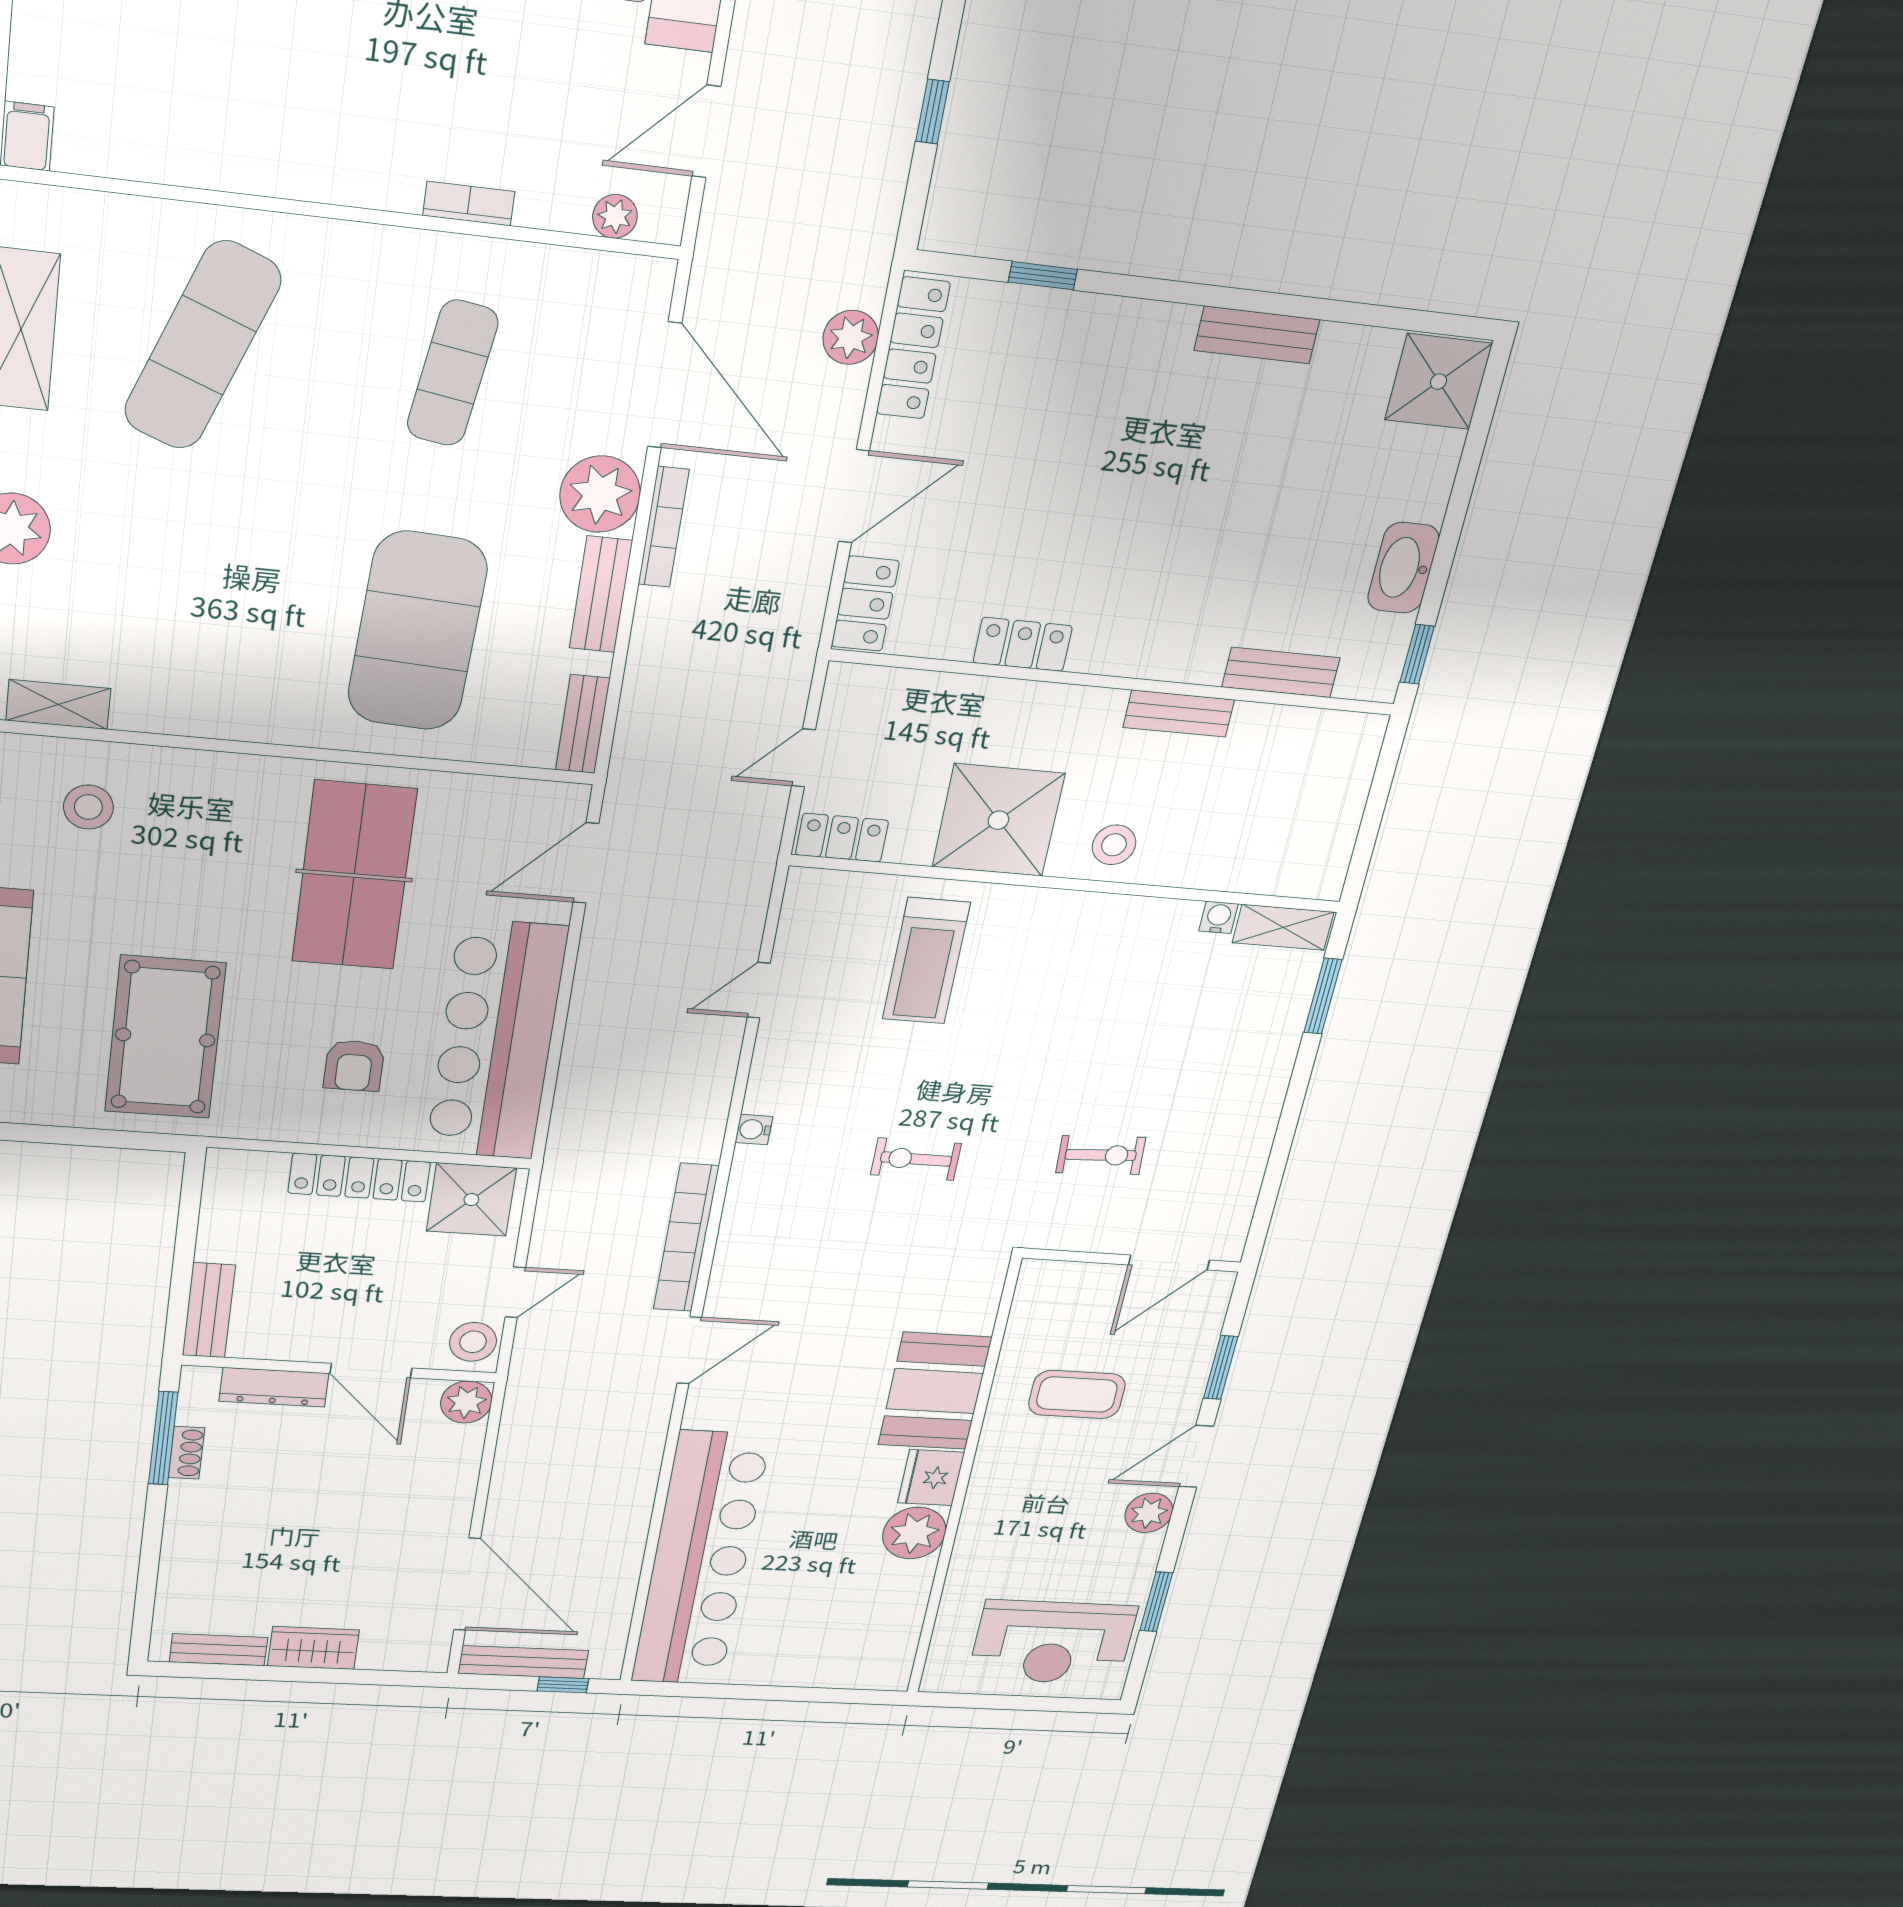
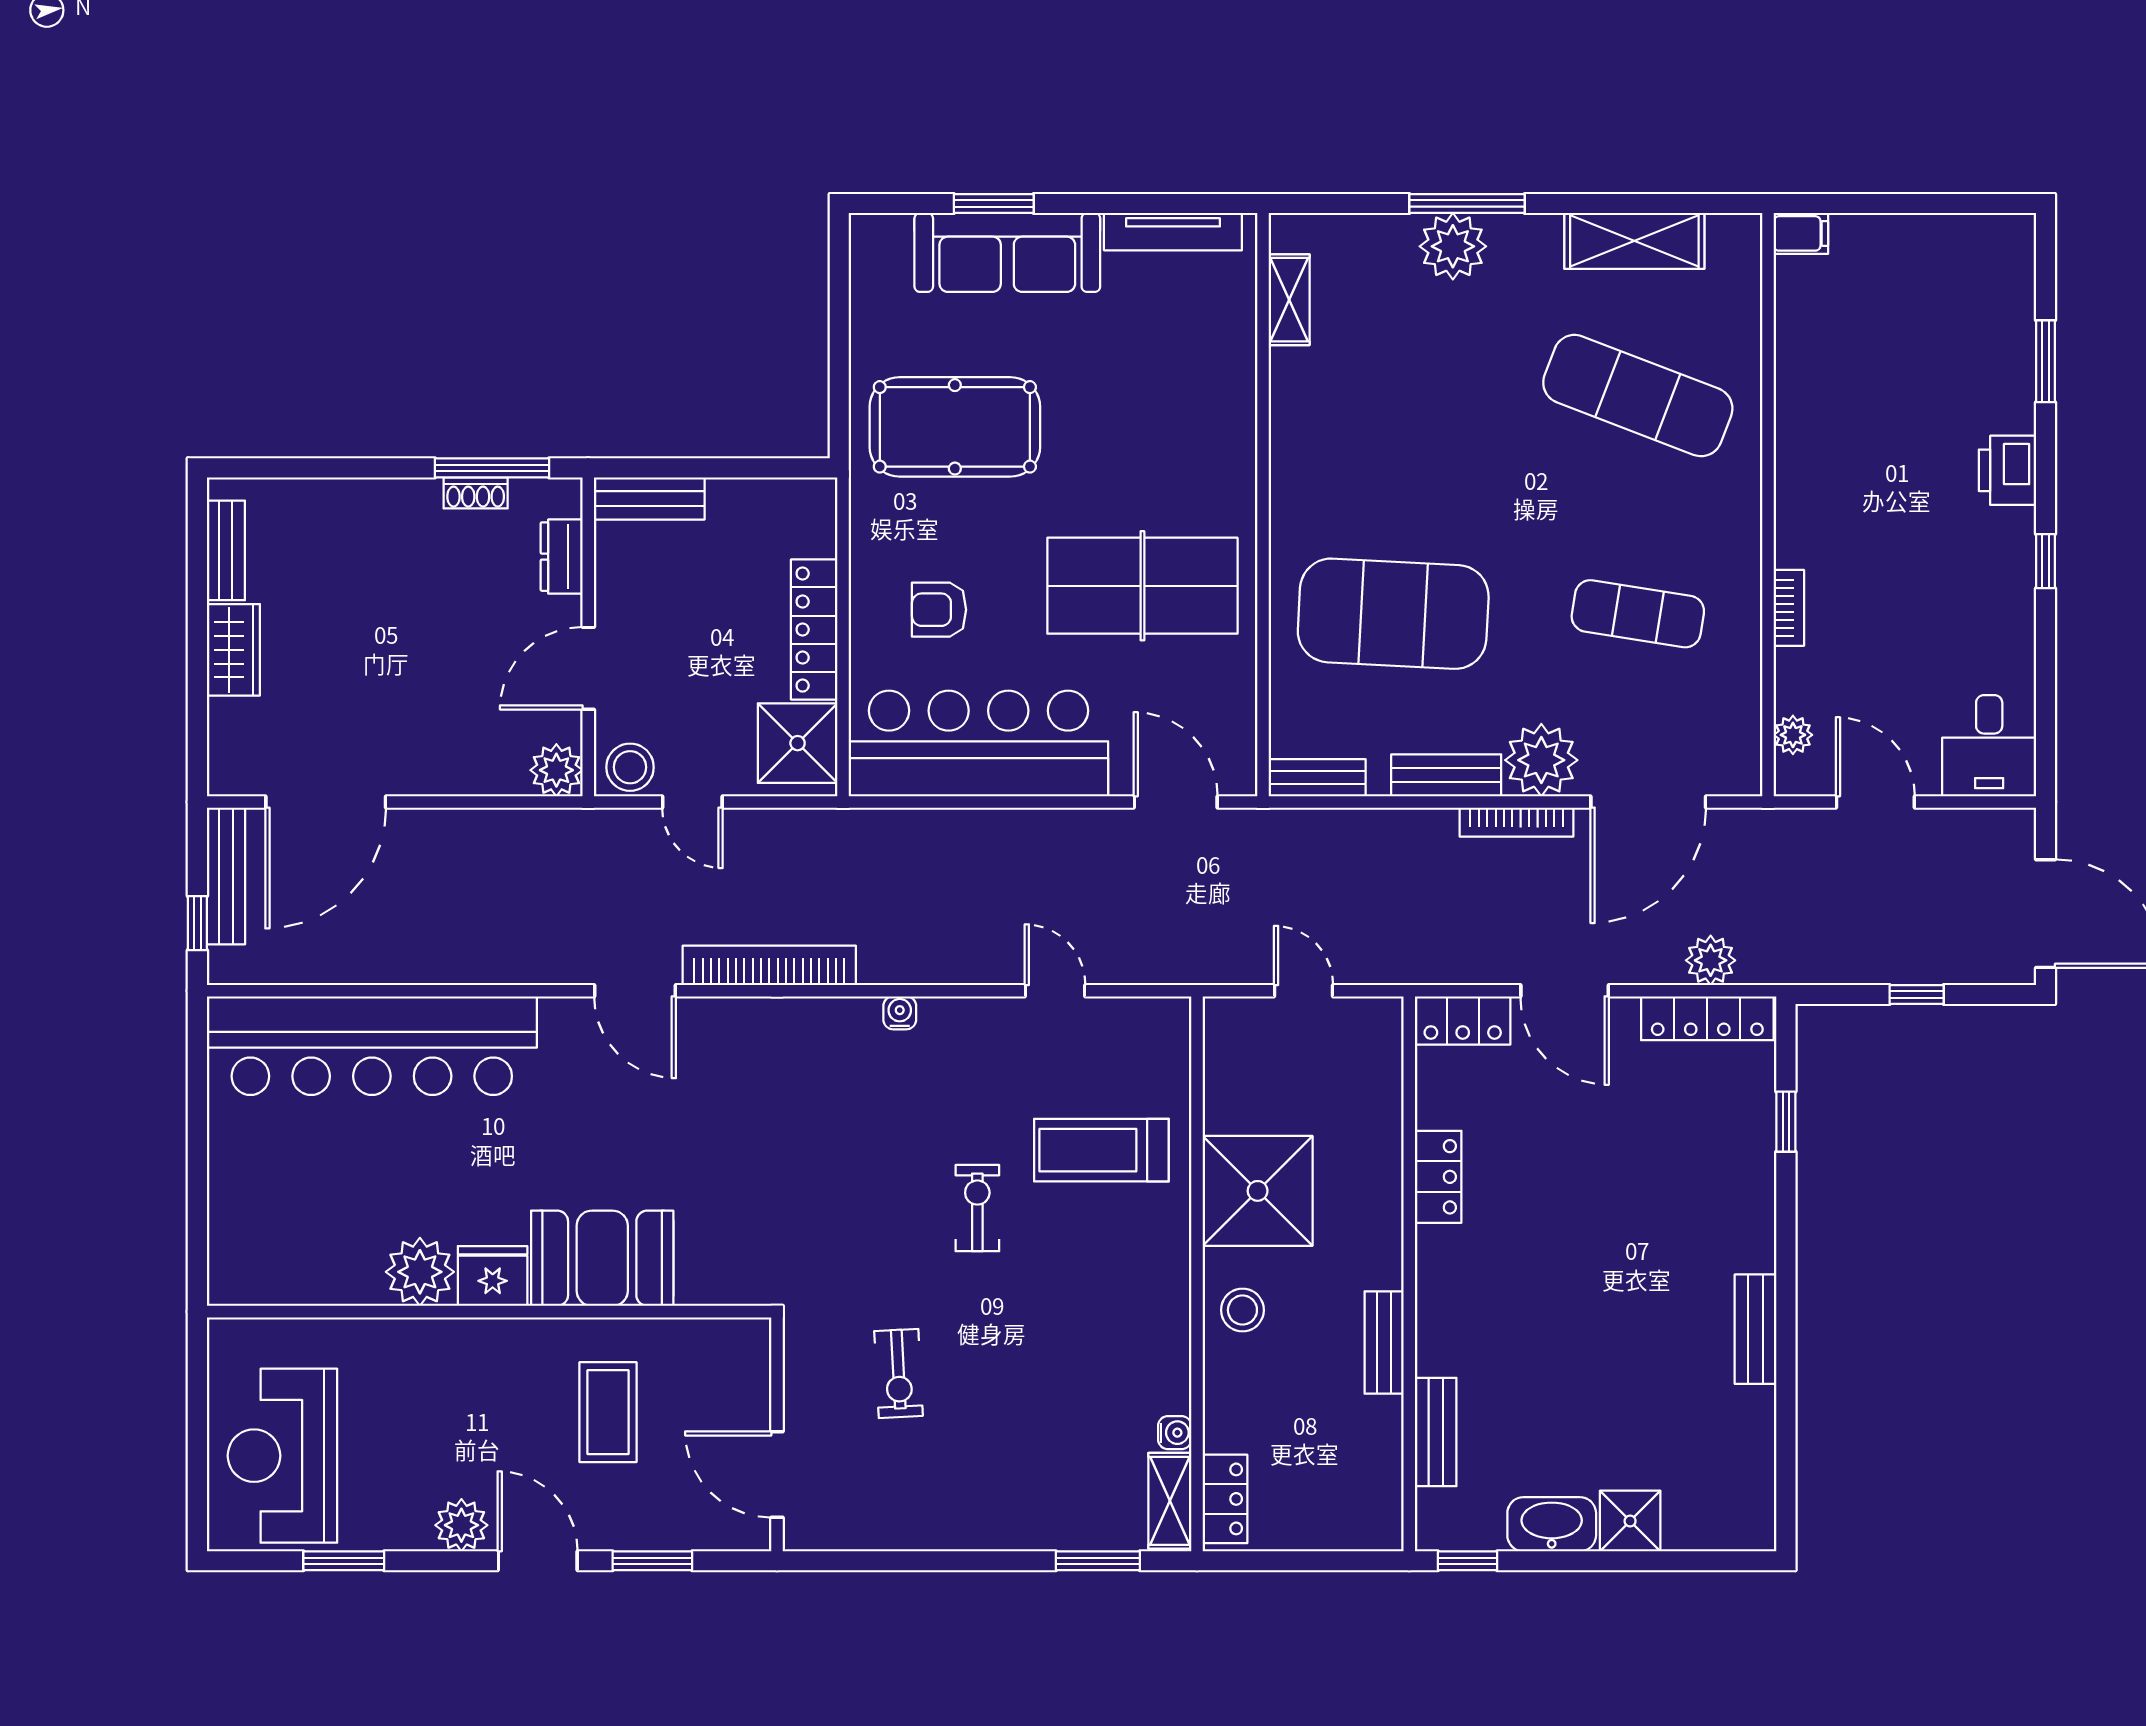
shower: (1439, 382) -> (1630, 1521), moved, width x0.73, depth x0.73
stool: (88, 807) -> (1190, 335), removed
locker: (842, 838) -> (1225, 1499), moved
exercise bike: (916, 1159) -> (977, 1208), moved
dresser: (274, 1387) -> (562, 557), width x0.70

